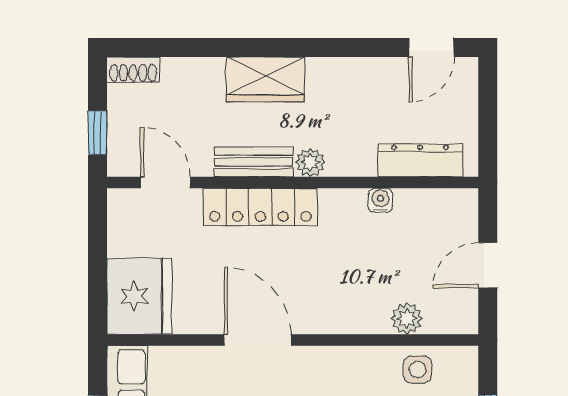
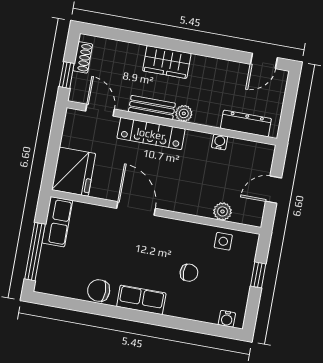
shoe rack: (133, 69) -> (83, 57), moved, turned -90

